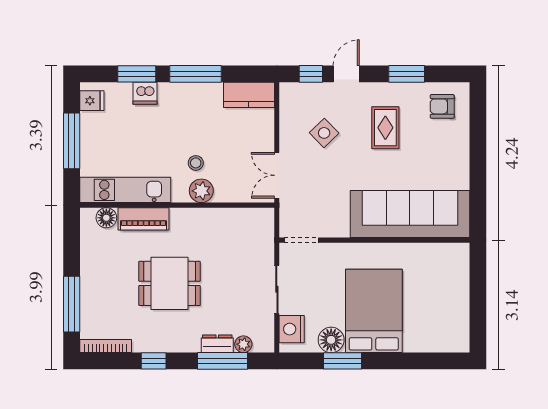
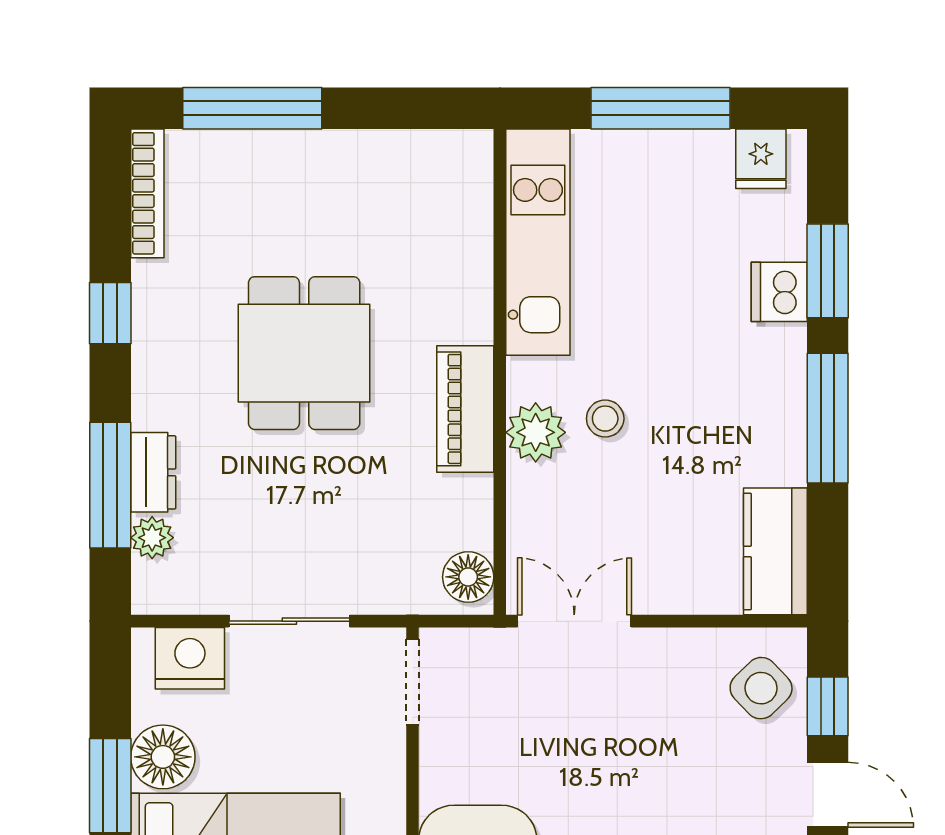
side table: (324, 133) -> (761, 688), moved
floor lamp: (106, 218) -> (468, 577), moved
piano: (144, 219) -> (465, 409), moved

